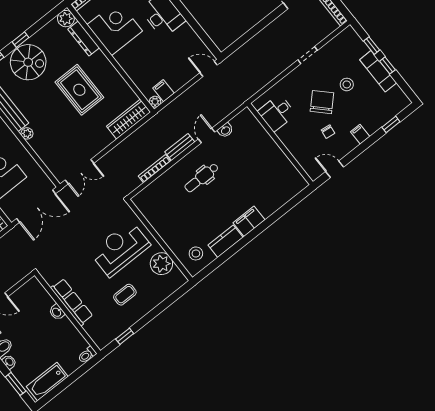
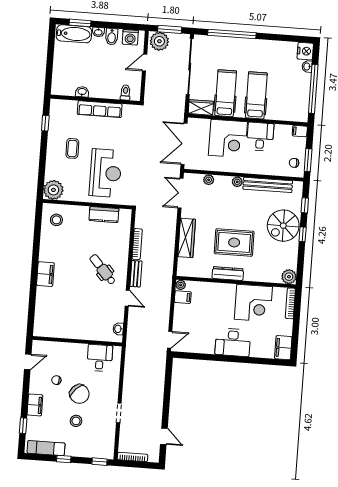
dresser: (84, 39) -> (228, 274), moved
window: (372, 46) -> (100, 462), moved
exam couch: (378, 71) -> (46, 448), moved
wardrobe: (129, 119) -> (187, 238), moved
washbasin: (225, 130) -> (118, 329), moved
filing cabinet: (360, 134) -> (35, 405), width x2.00
plant: (47, 159) -> (209, 180), added
dental chair: (202, 178) -> (103, 269), turned -42
kitchen counter: (225, 241) -> (104, 215), moved, turned 90
plant: (161, 264) -> (53, 190), moved
washbasin: (57, 312) -> (82, 92), moved
toilet: (87, 355) -> (125, 92), moved
bathtub: (47, 382) -> (74, 34), moved, turned 90

